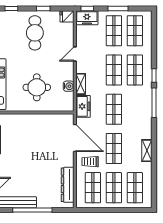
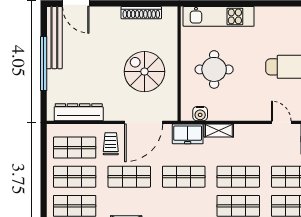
door: (75, 54) -> (281, 122), moved
water cooler: (69, 86) -> (200, 114), moved
spiral stairs: (38, 137) -> (144, 72), added

